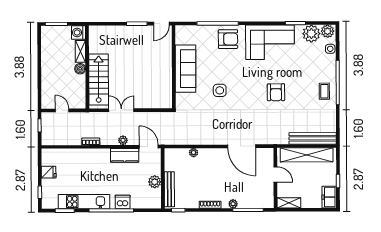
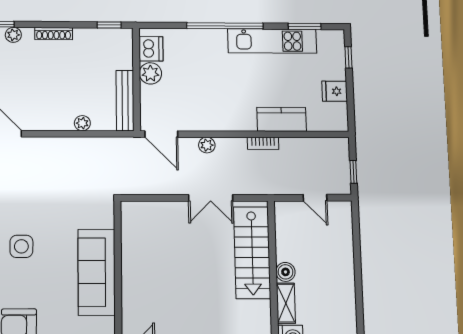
side table: (220, 90) -> (21, 246), moved
kitchen counter: (125, 155) -> (282, 119), moved
bench: (169, 189) -> (125, 101), moved
dishwasher: (123, 202) -> (151, 49), moved, turned -90

